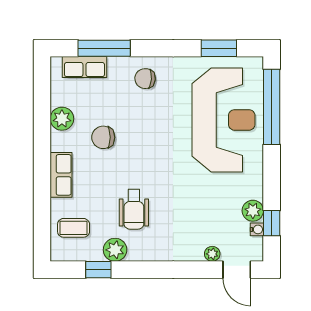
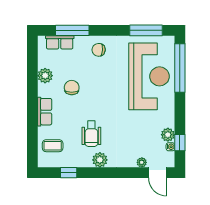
window: (219, 48) -> (146, 30), width x1.44
chair: (103, 137) -> (72, 88), turned 90
plant: (115, 250) -> (100, 160), moved

